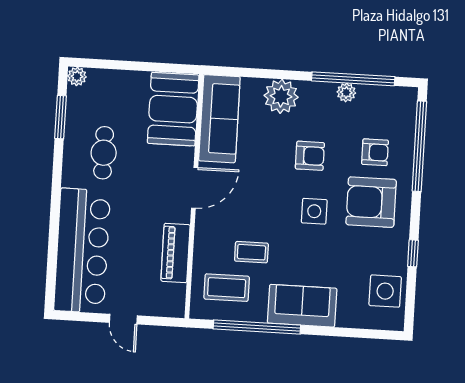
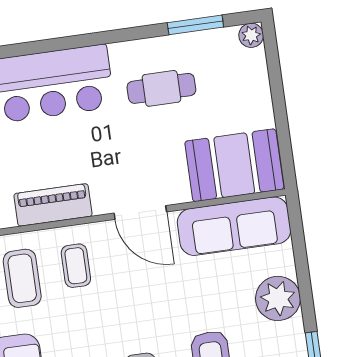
coffee table: (251, 252) -> (76, 266), moved

